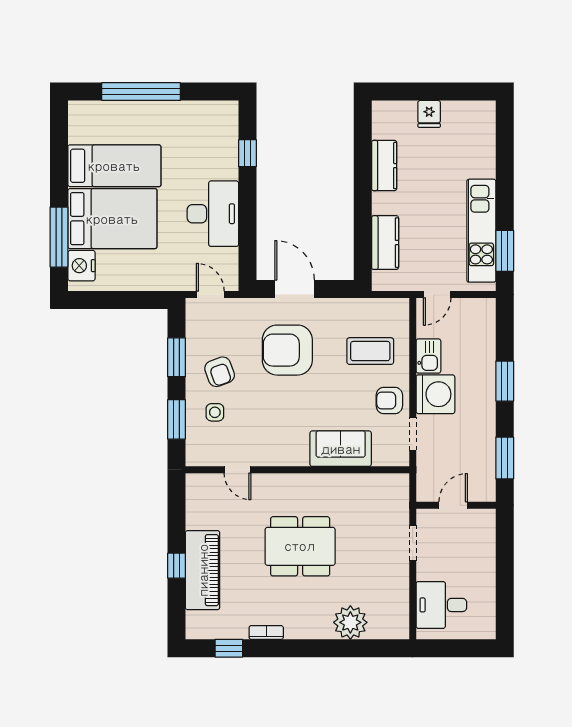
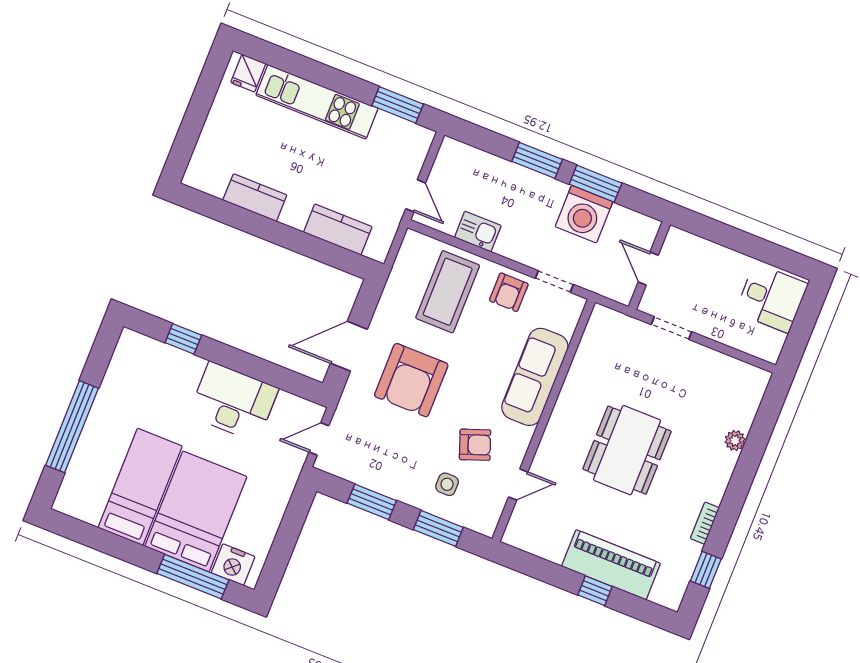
fridge: (429, 114) -> (248, 73), moved, turned 90
kitchen unit: (481, 231) -> (317, 102), moved
coffee table: (370, 351) -> (448, 292), width x1.36, depth x1.32
armchair: (220, 372) -> (475, 445), moved
washing machine: (435, 394) -> (584, 214), moved, turned 180
sofa: (341, 449) -> (535, 377), width x1.36
window: (505, 458) -> (596, 184), moved
desk: (441, 605) -> (772, 298), moved, turned -90
plant: (350, 622) -> (735, 441), width x0.53, depth x0.53

